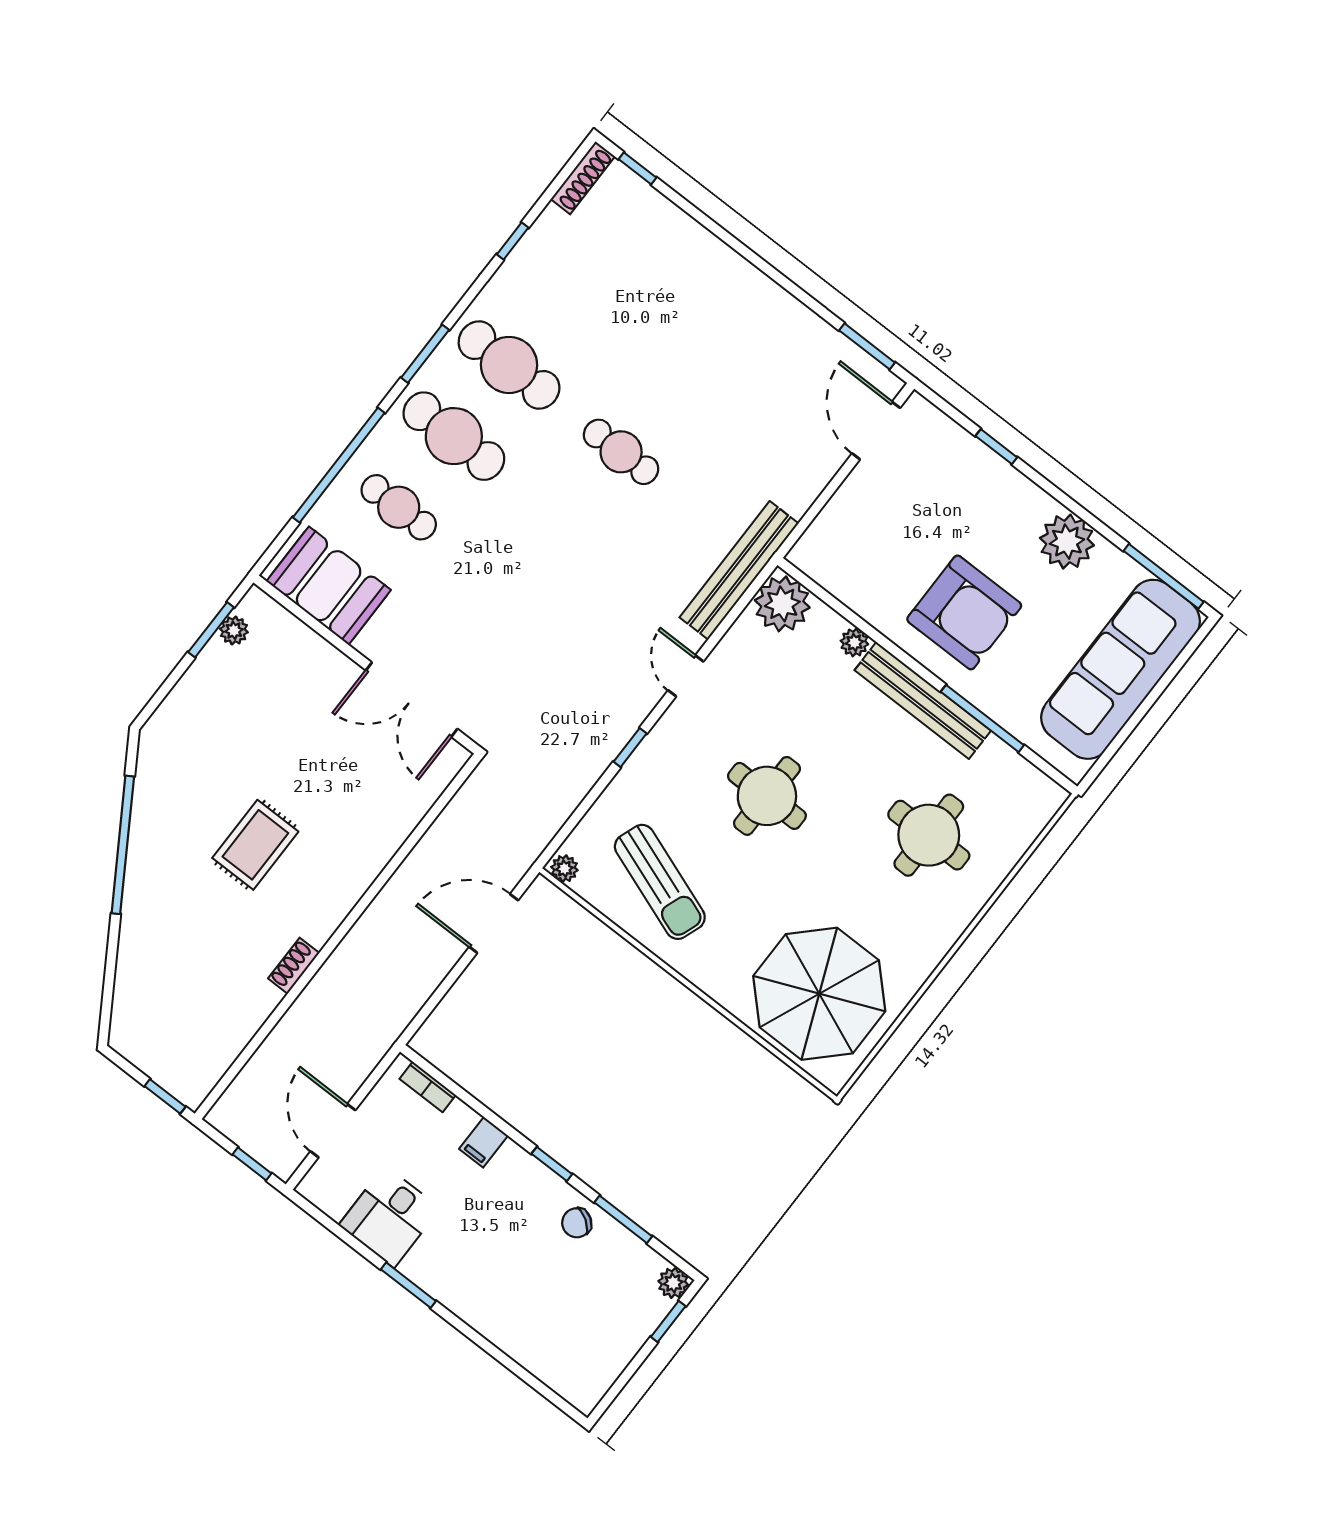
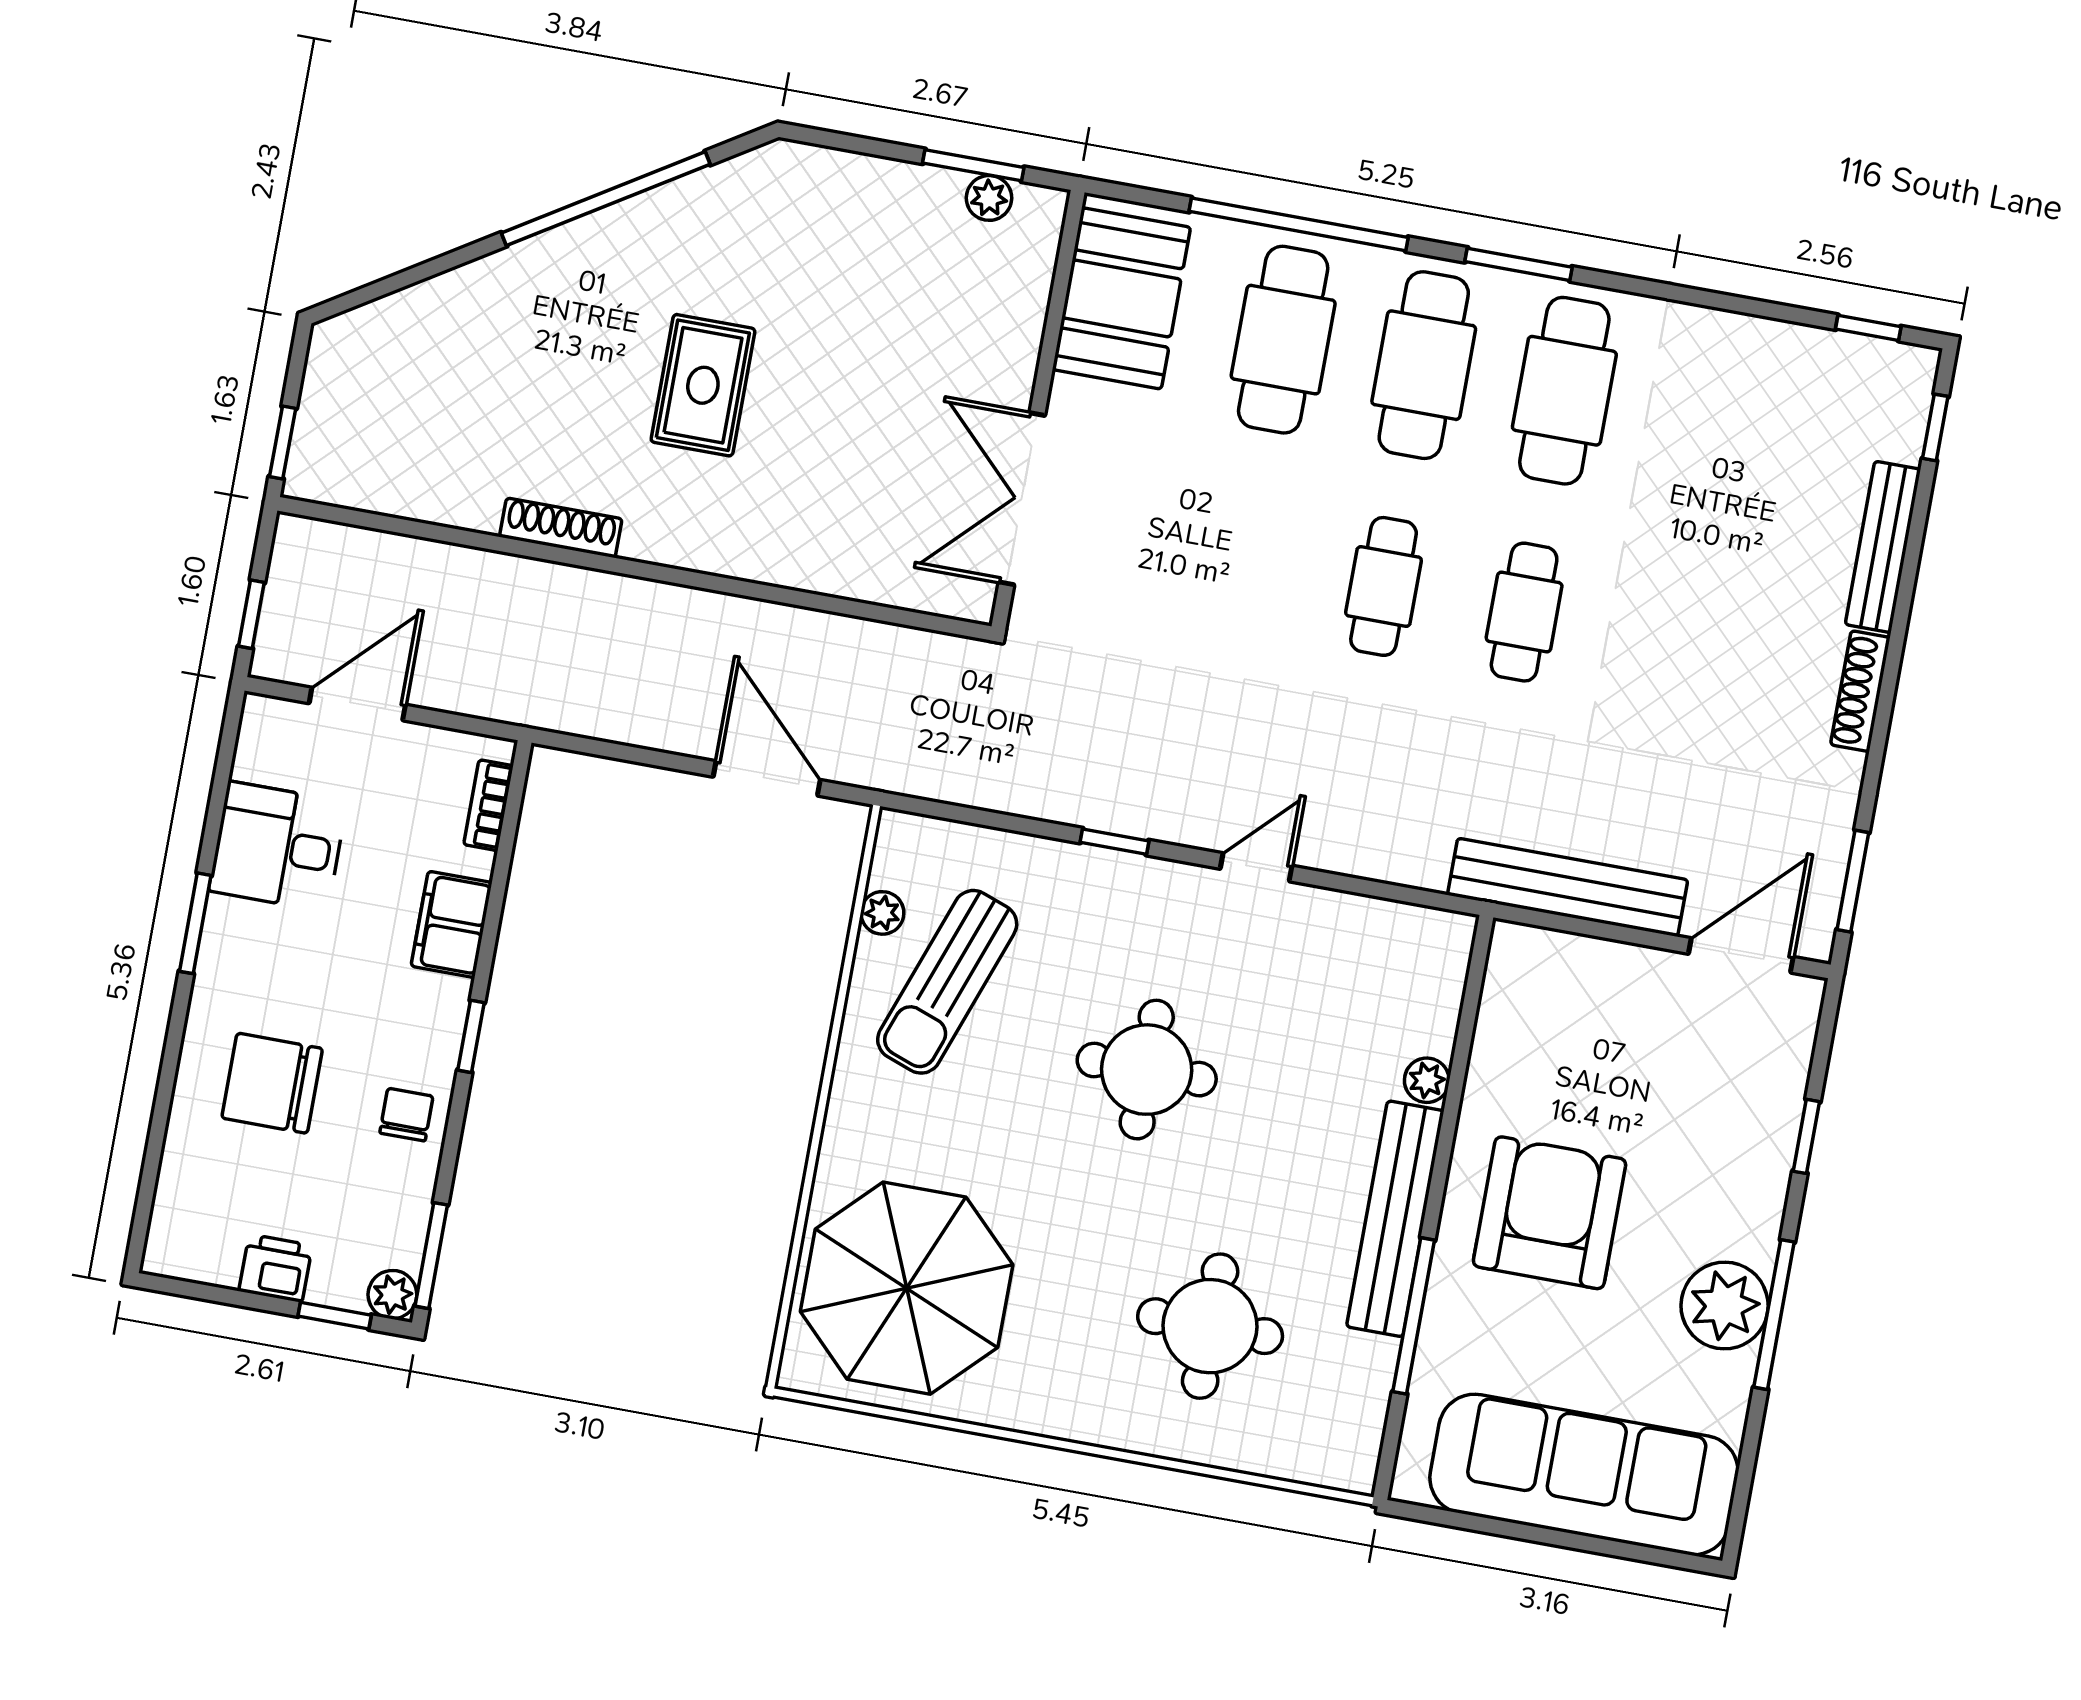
shoe rack: (583, 178) -> (1860, 691), moved, turned 90
bench: (689, 232) -> (1883, 547), added
window: (513, 241) -> (1868, 328), moved
cafe table: (399, 507) -> (1283, 340), width x1.37, depth x1.35
cafe table: (566, 523) -> (1384, 586), added
bench: (739, 570) -> (1568, 887), moved
window: (1164, 576) -> (1774, 1315), moved
plant: (782, 604) -> (1428, 950), removed
armchair: (964, 612) -> (1550, 1213), turned 180
rug: (255, 845) -> (703, 385), turned 90
plant: (564, 869) -> (882, 913), moved
shoe rack: (294, 966) -> (561, 528), width x1.43
filing cabinet: (484, 1142) -> (451, 924), width x2.00
window: (623, 1219) -> (431, 1256), moved
chair: (577, 1223) -> (406, 1115), turned 57
chair: (520, 1289) -> (272, 1083), added
printer: (625, 1341) -> (276, 1268), added

